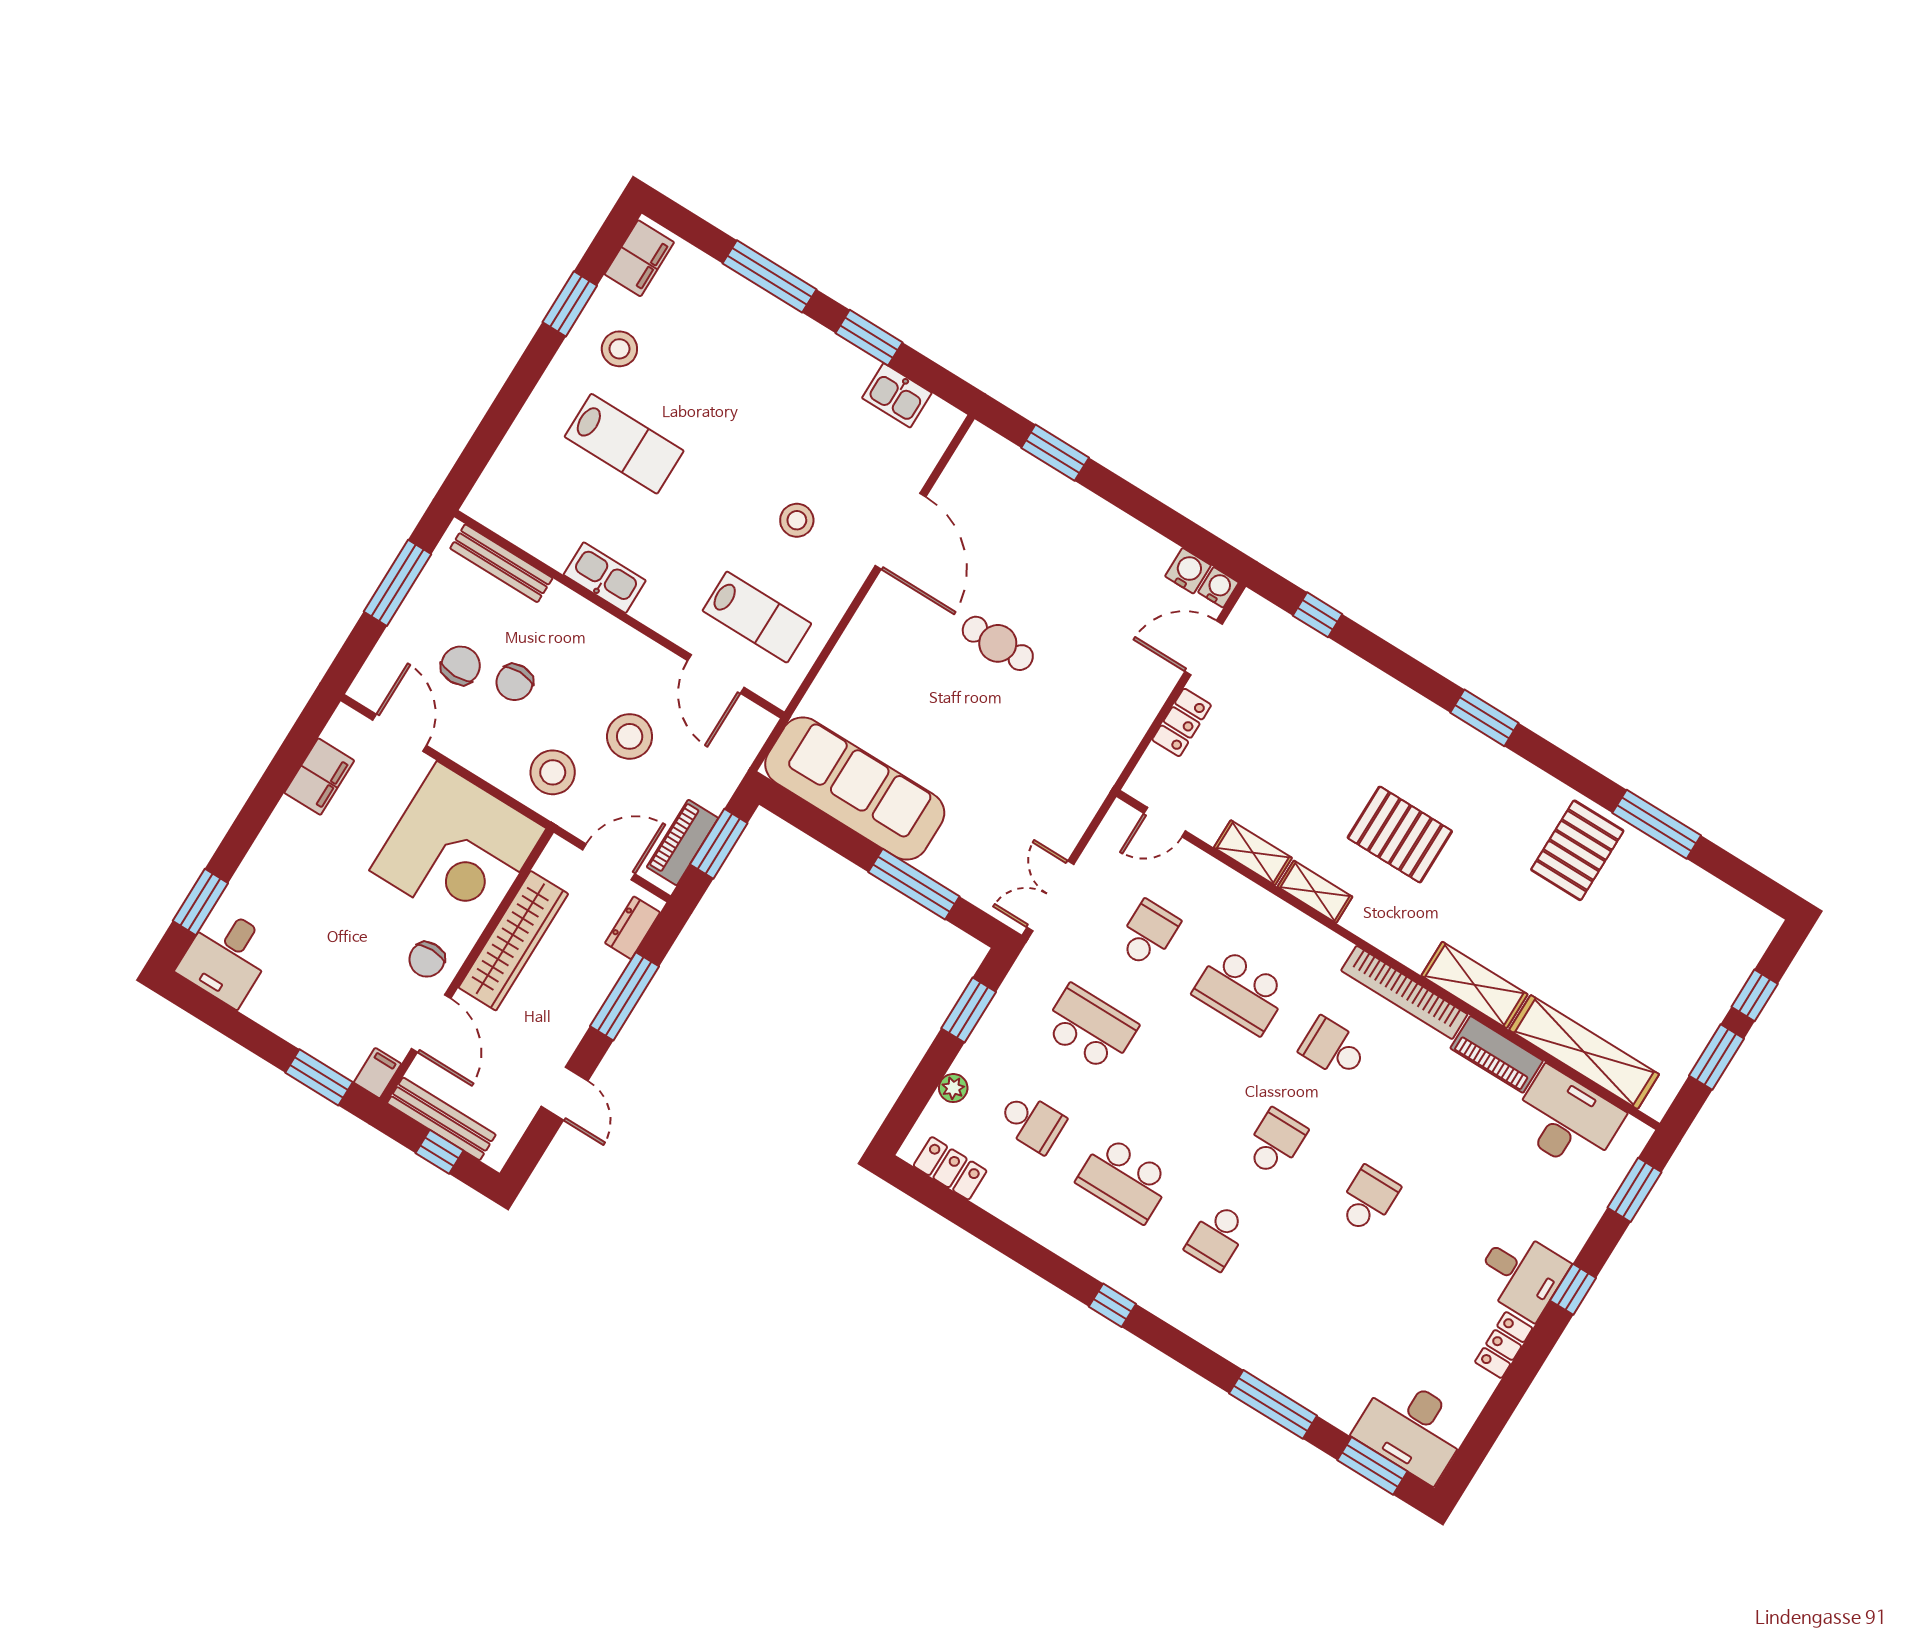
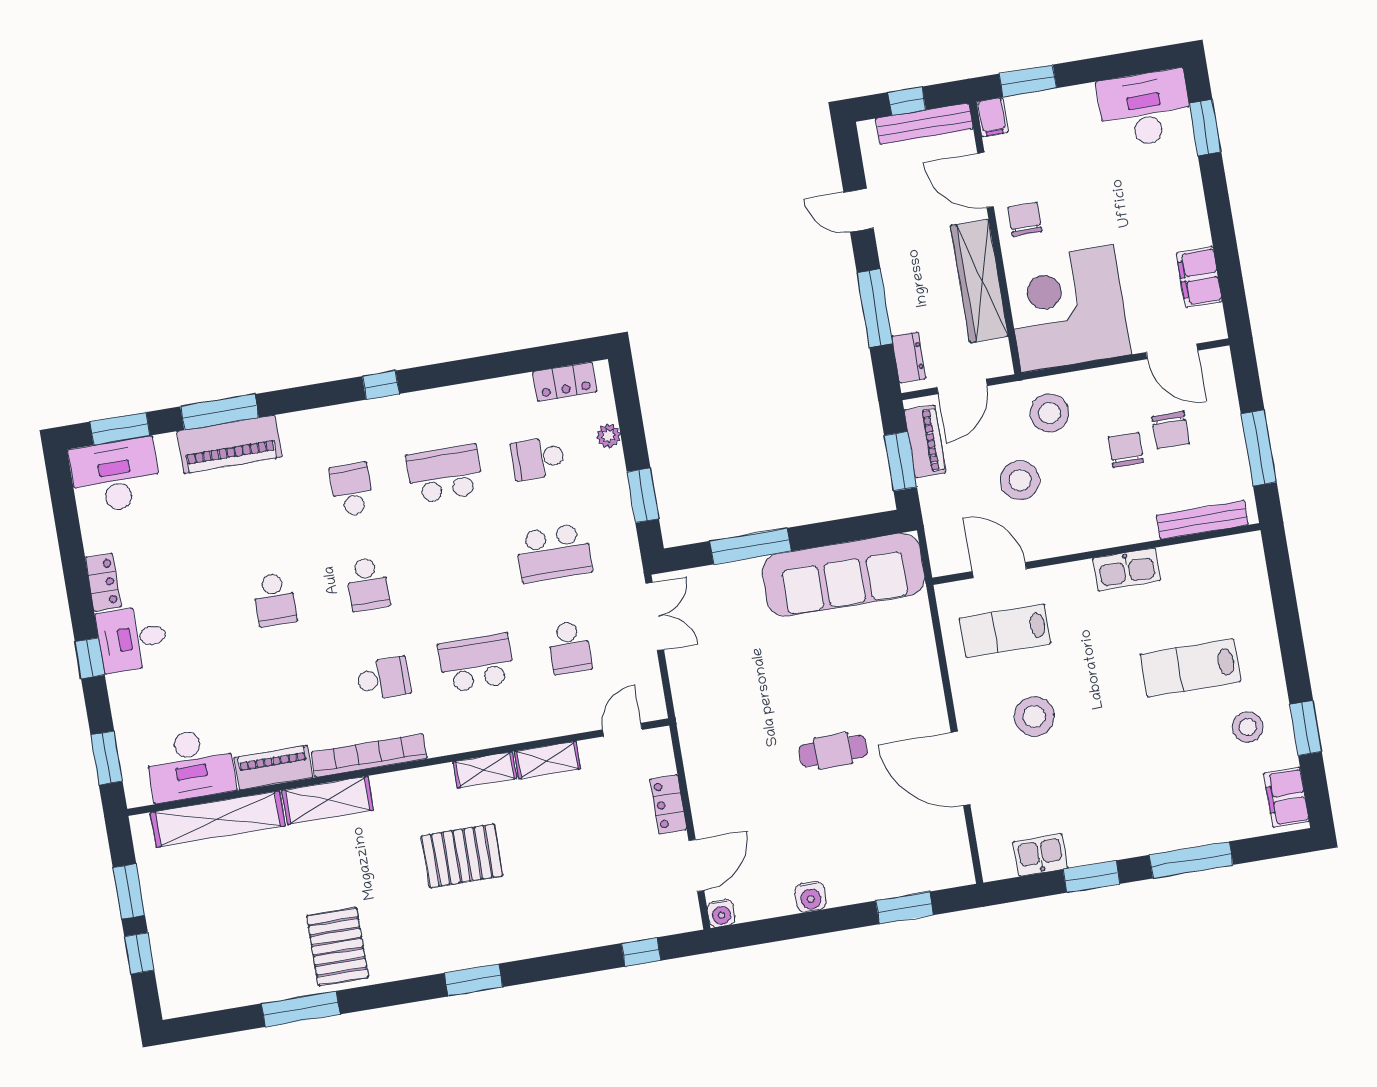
stool: (797, 520) -> (1034, 717), width x1.38, depth x1.38
water cooler: (1188, 571) -> (811, 897), moved
desk: (227, 957) -> (1145, 109), width x1.37
piano: (1289, 1369) -> (229, 444), added

